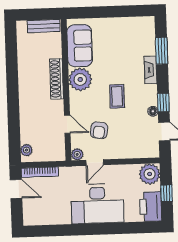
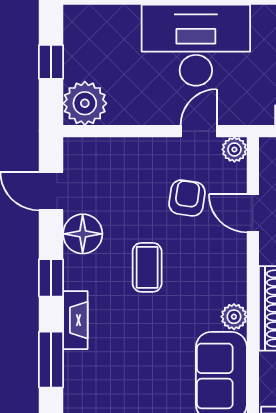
plant: (80, 79) -> (234, 317), width x0.53, depth x0.53
window: (163, 103) -> (51, 278), moved
floor lamp: (153, 111) -> (83, 234), width x1.89, depth x1.89
printer: (151, 207) -> (85, 35), removed

